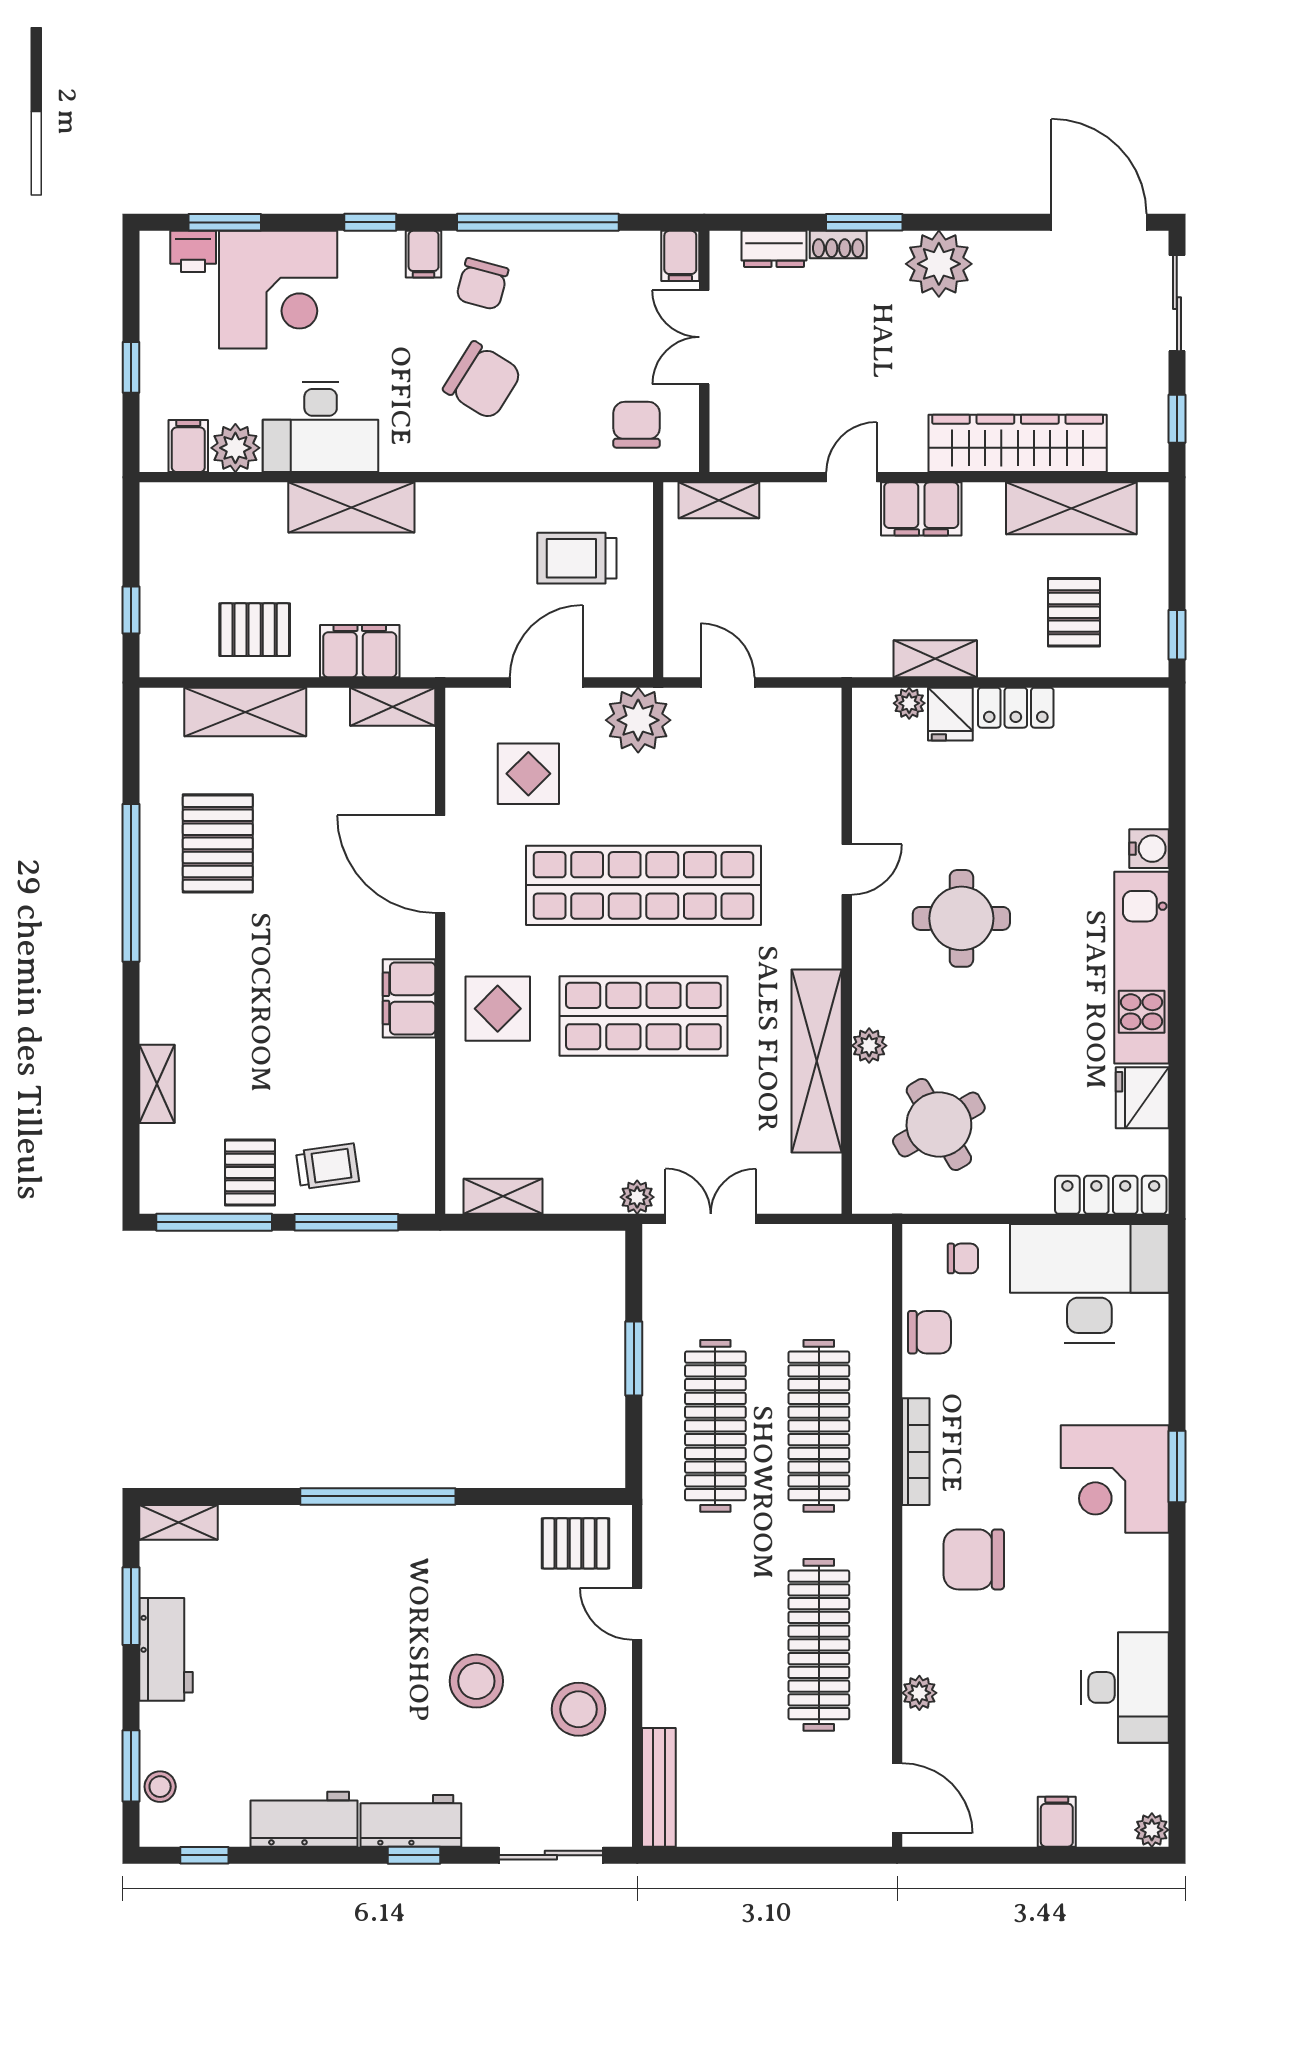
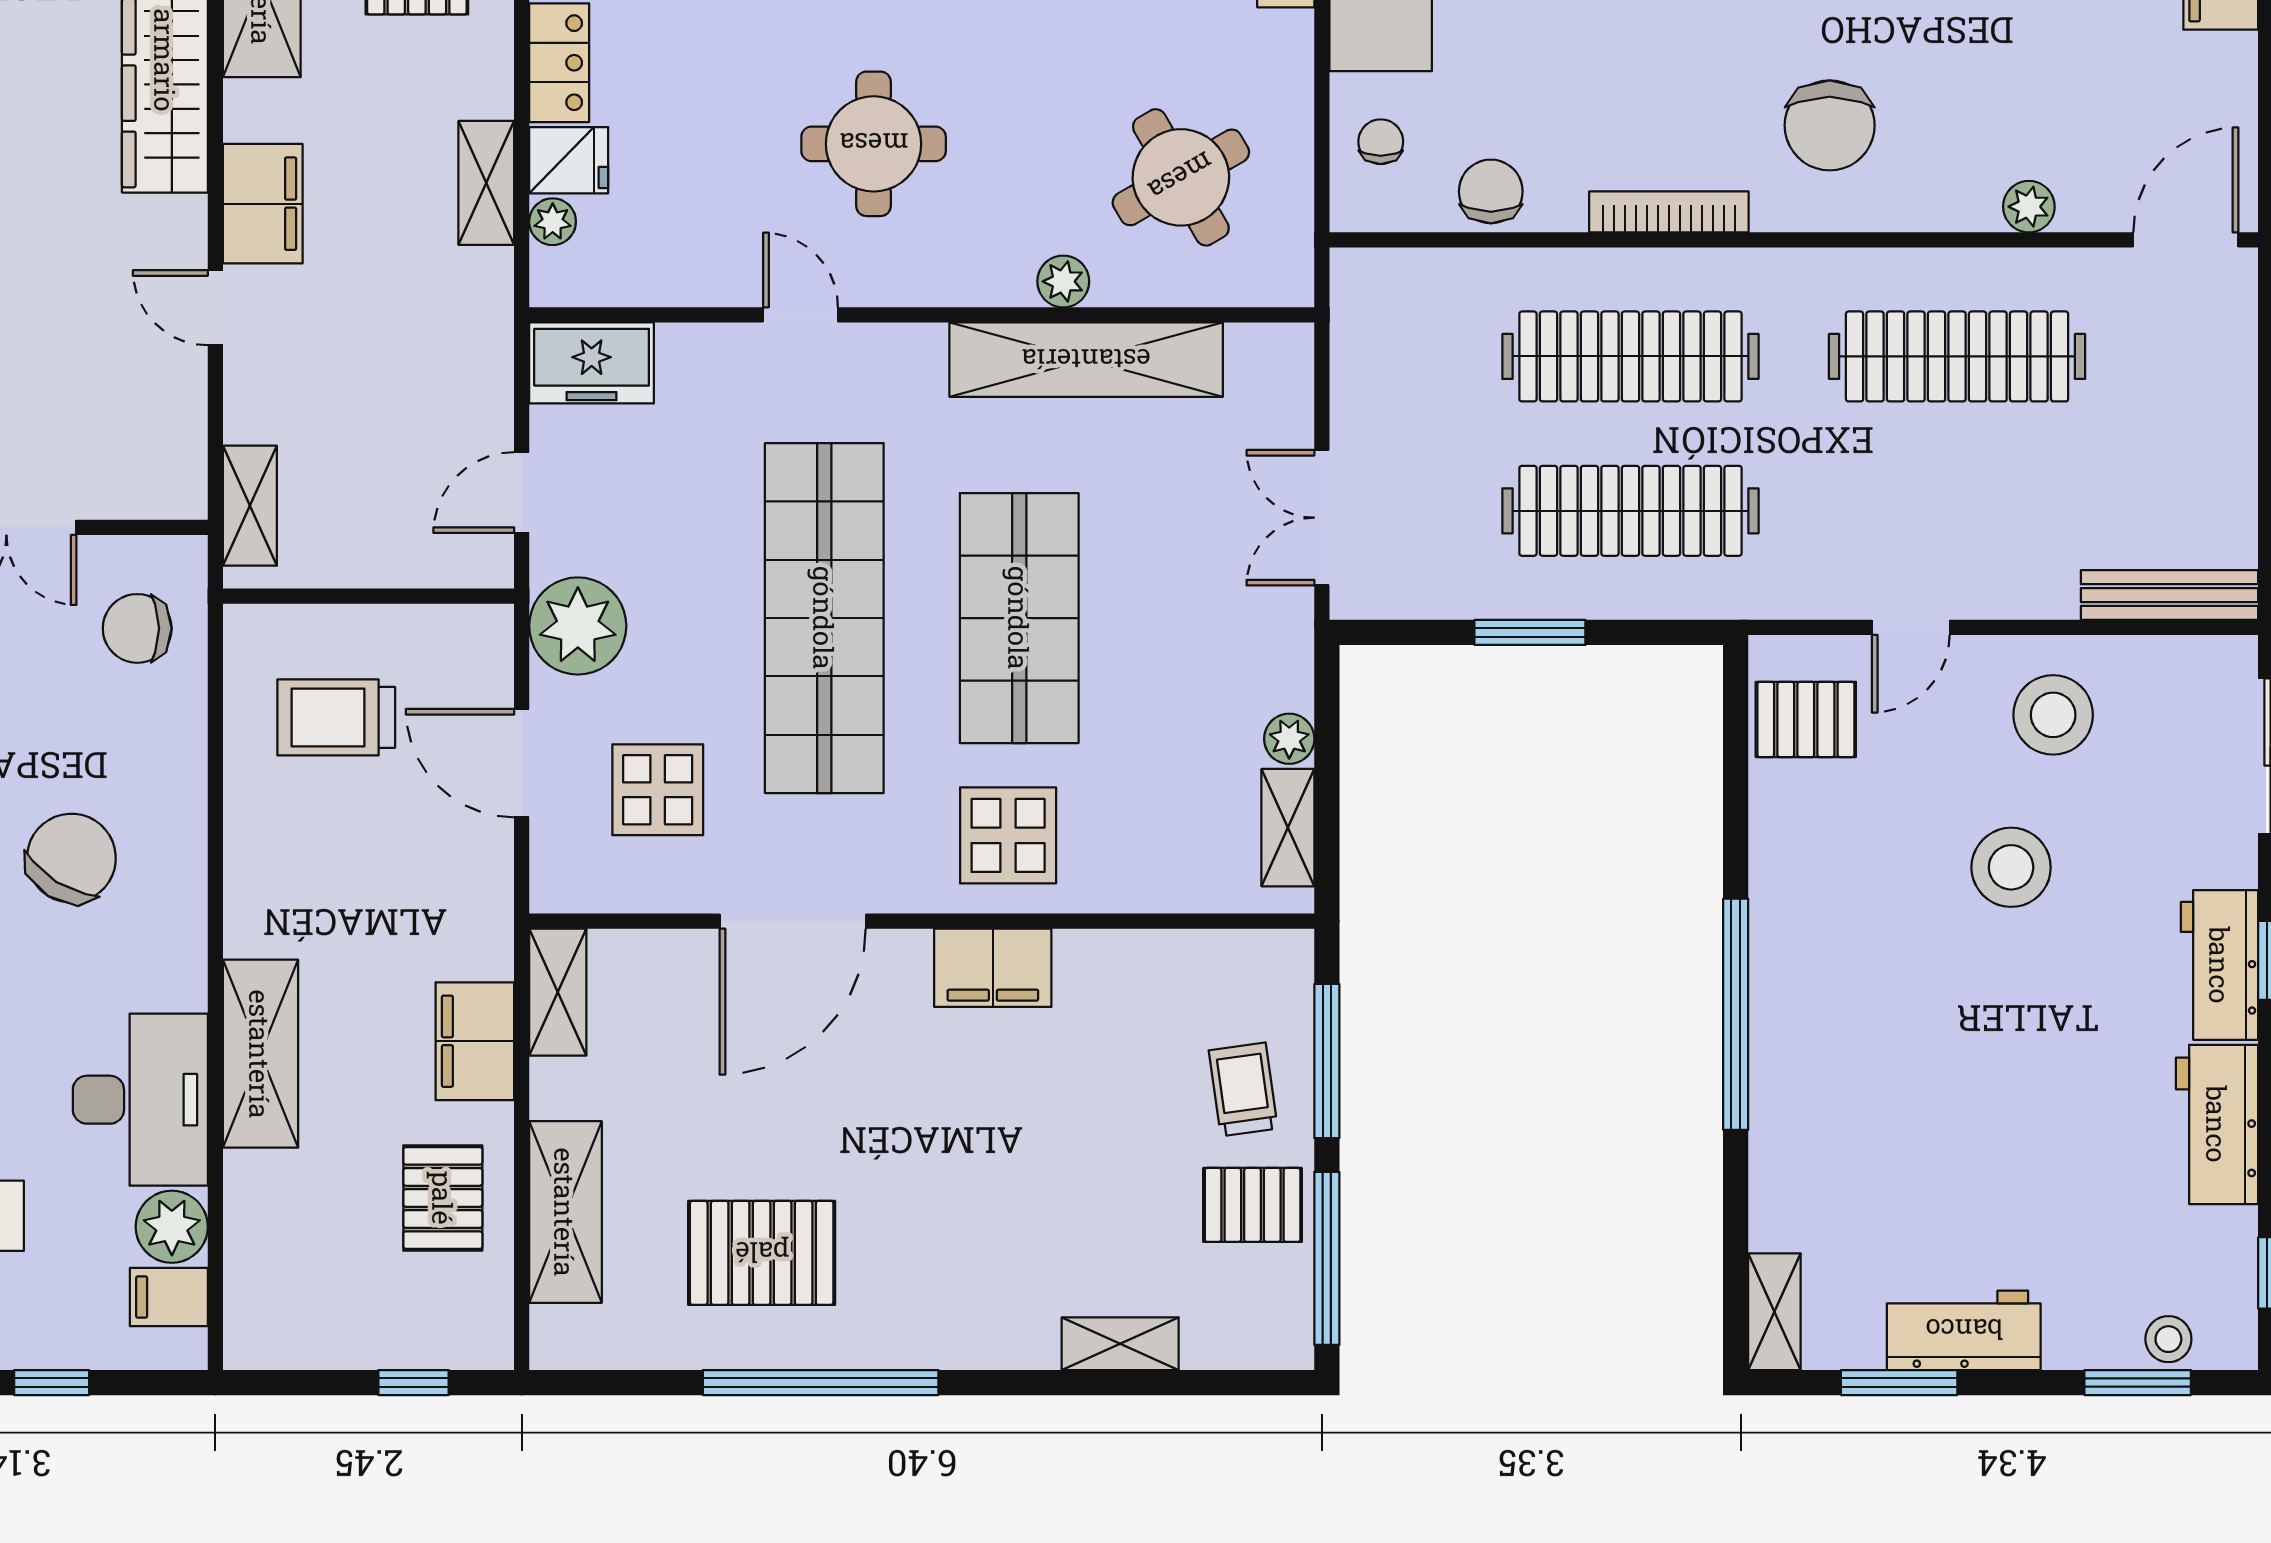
trolley: (577, 558) -> (336, 717), turned 90
freezer: (815, 729) -> (592, 363), added
plant: (637, 1197) -> (1289, 739), moved
pallet: (575, 1543) -> (1806, 719), turned 90

